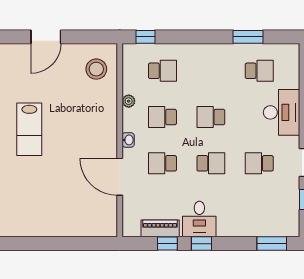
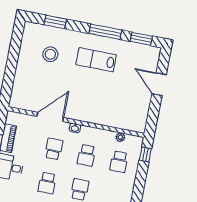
stool: (96, 69) -> (50, 54), moved
plant: (129, 101) -> (120, 137), moved
school desk: (162, 117) -> (86, 155), turned 180

